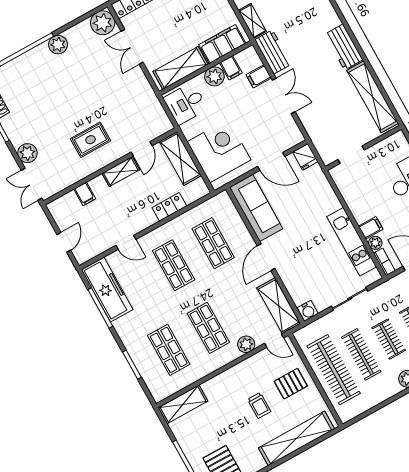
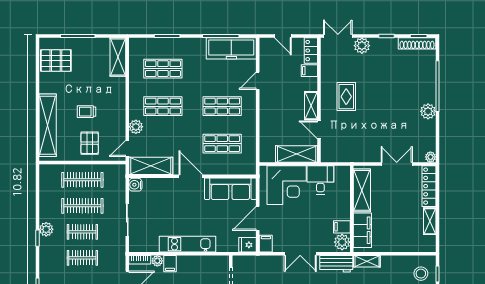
plant: (103, 23) -> (430, 157), width x0.53, depth x0.53
plant: (214, 76) -> (342, 242), moved
filing cabinet: (259, 76) -> (266, 244), moved
desk: (186, 104) -> (320, 180), moved
locker: (169, 207) -> (311, 51), moved, turned 180
kitchen unit: (352, 242) -> (187, 244), moved
clothes rail: (334, 370) -> (82, 180), width x0.73, depth x0.76

